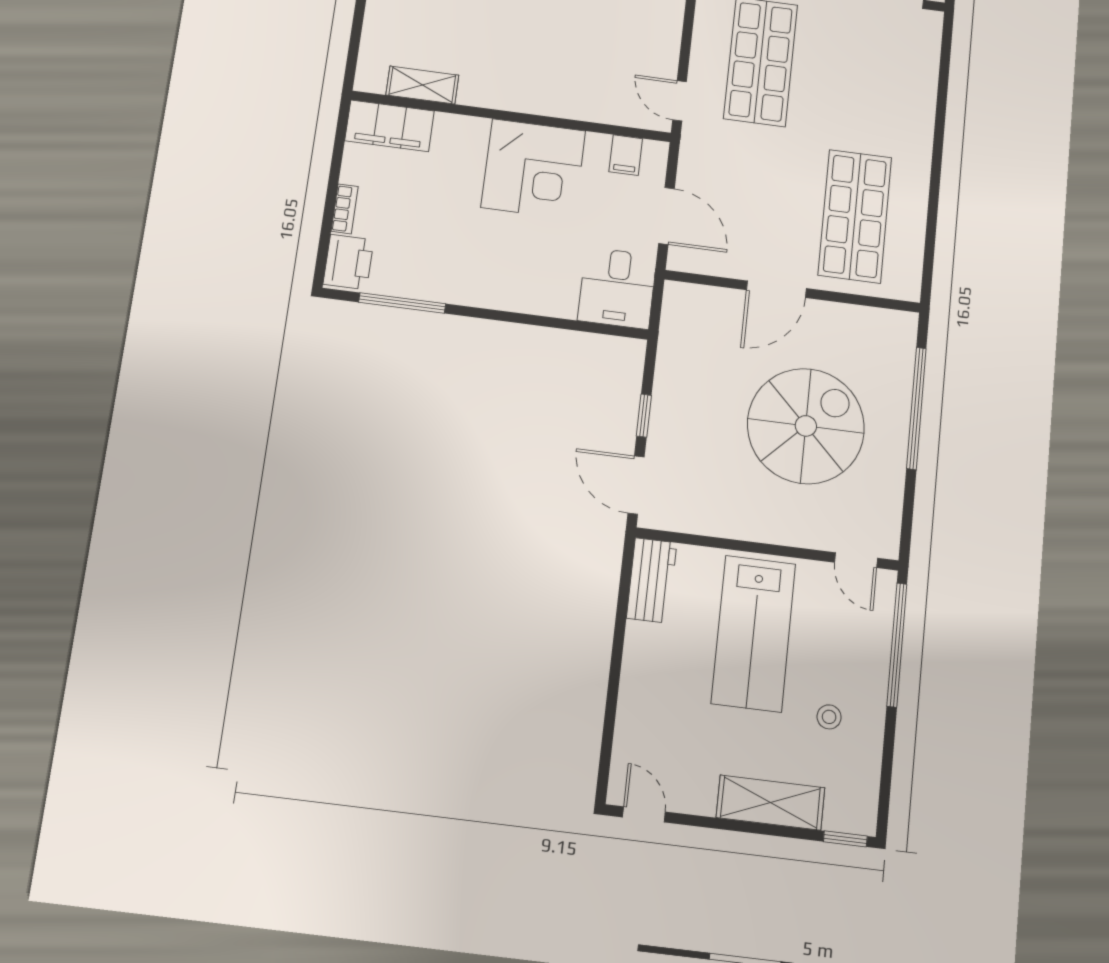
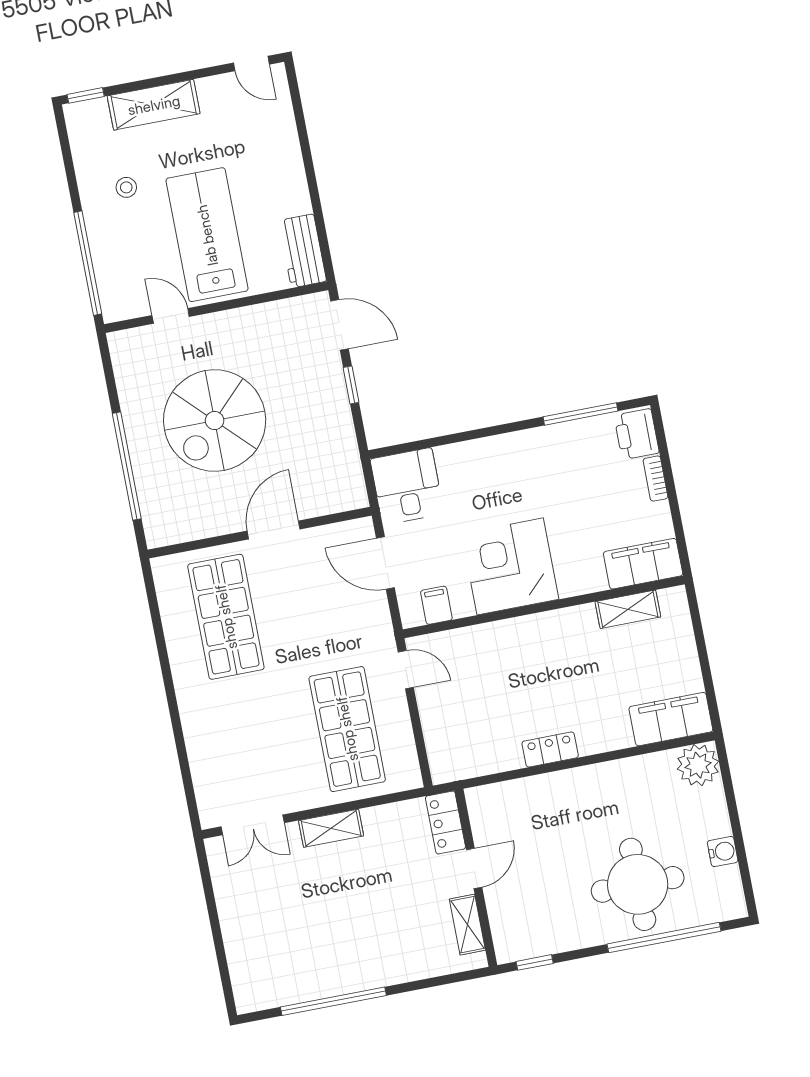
door: (856, 560) -> (171, 316), moved

